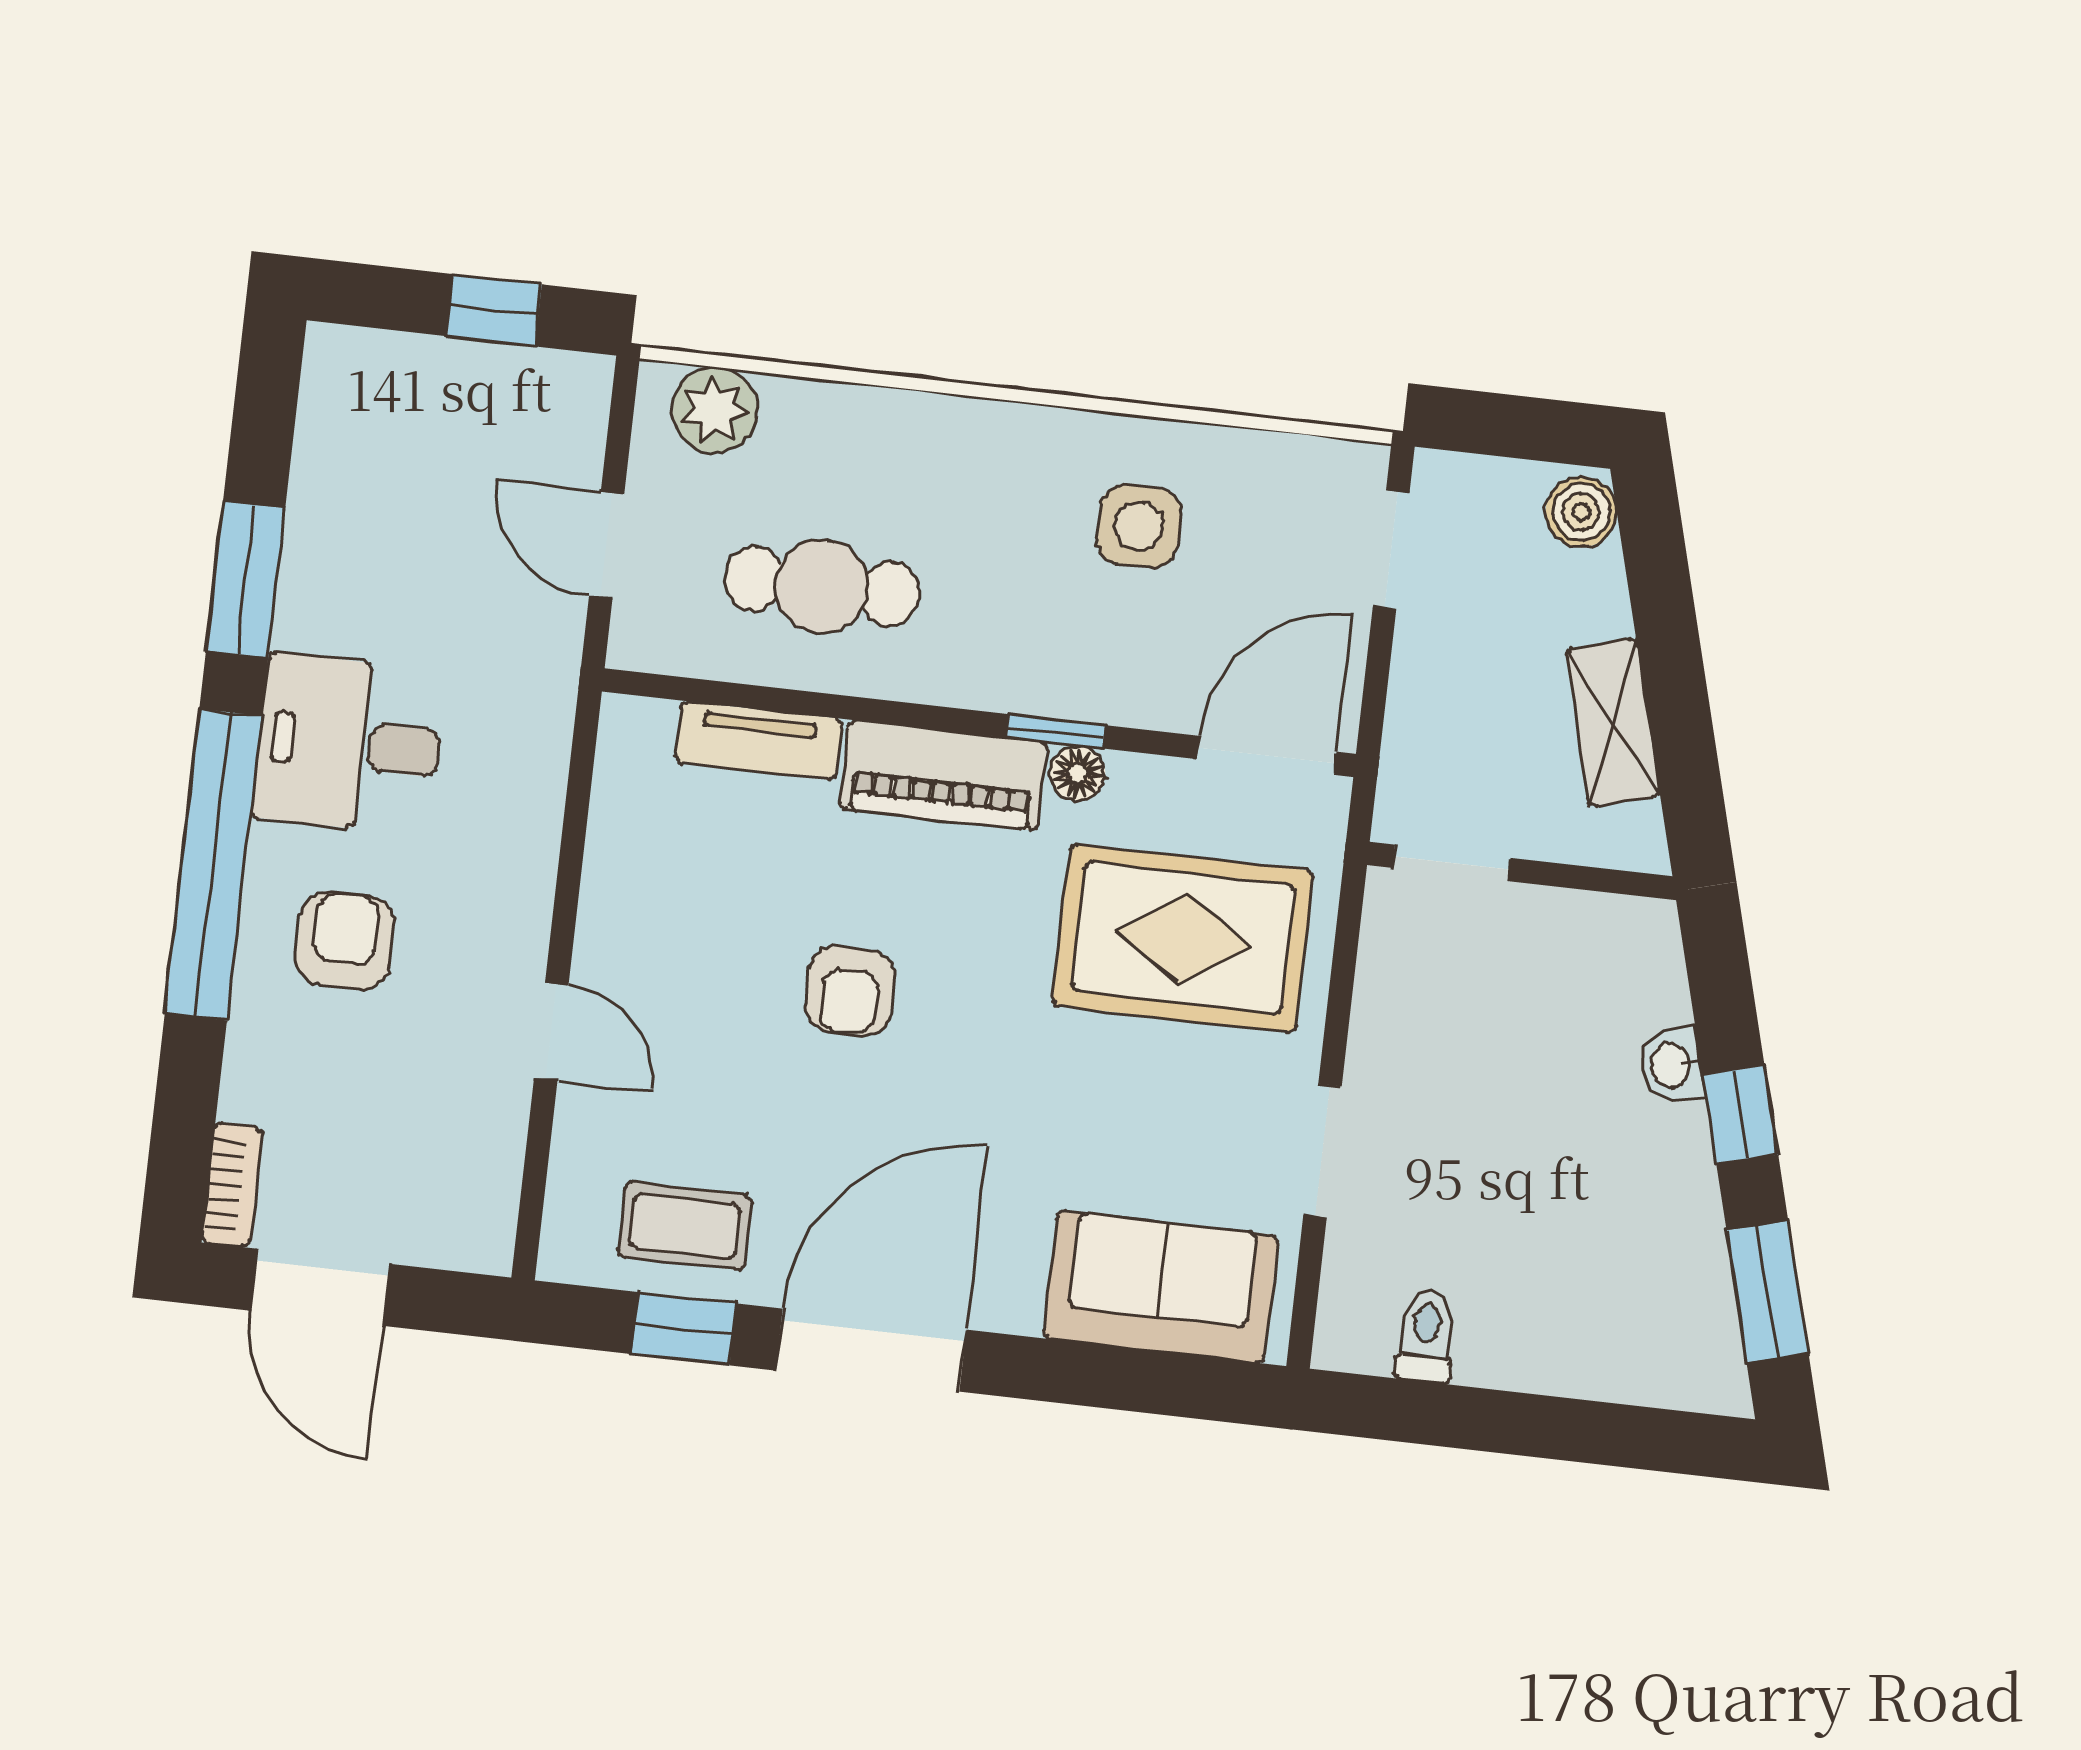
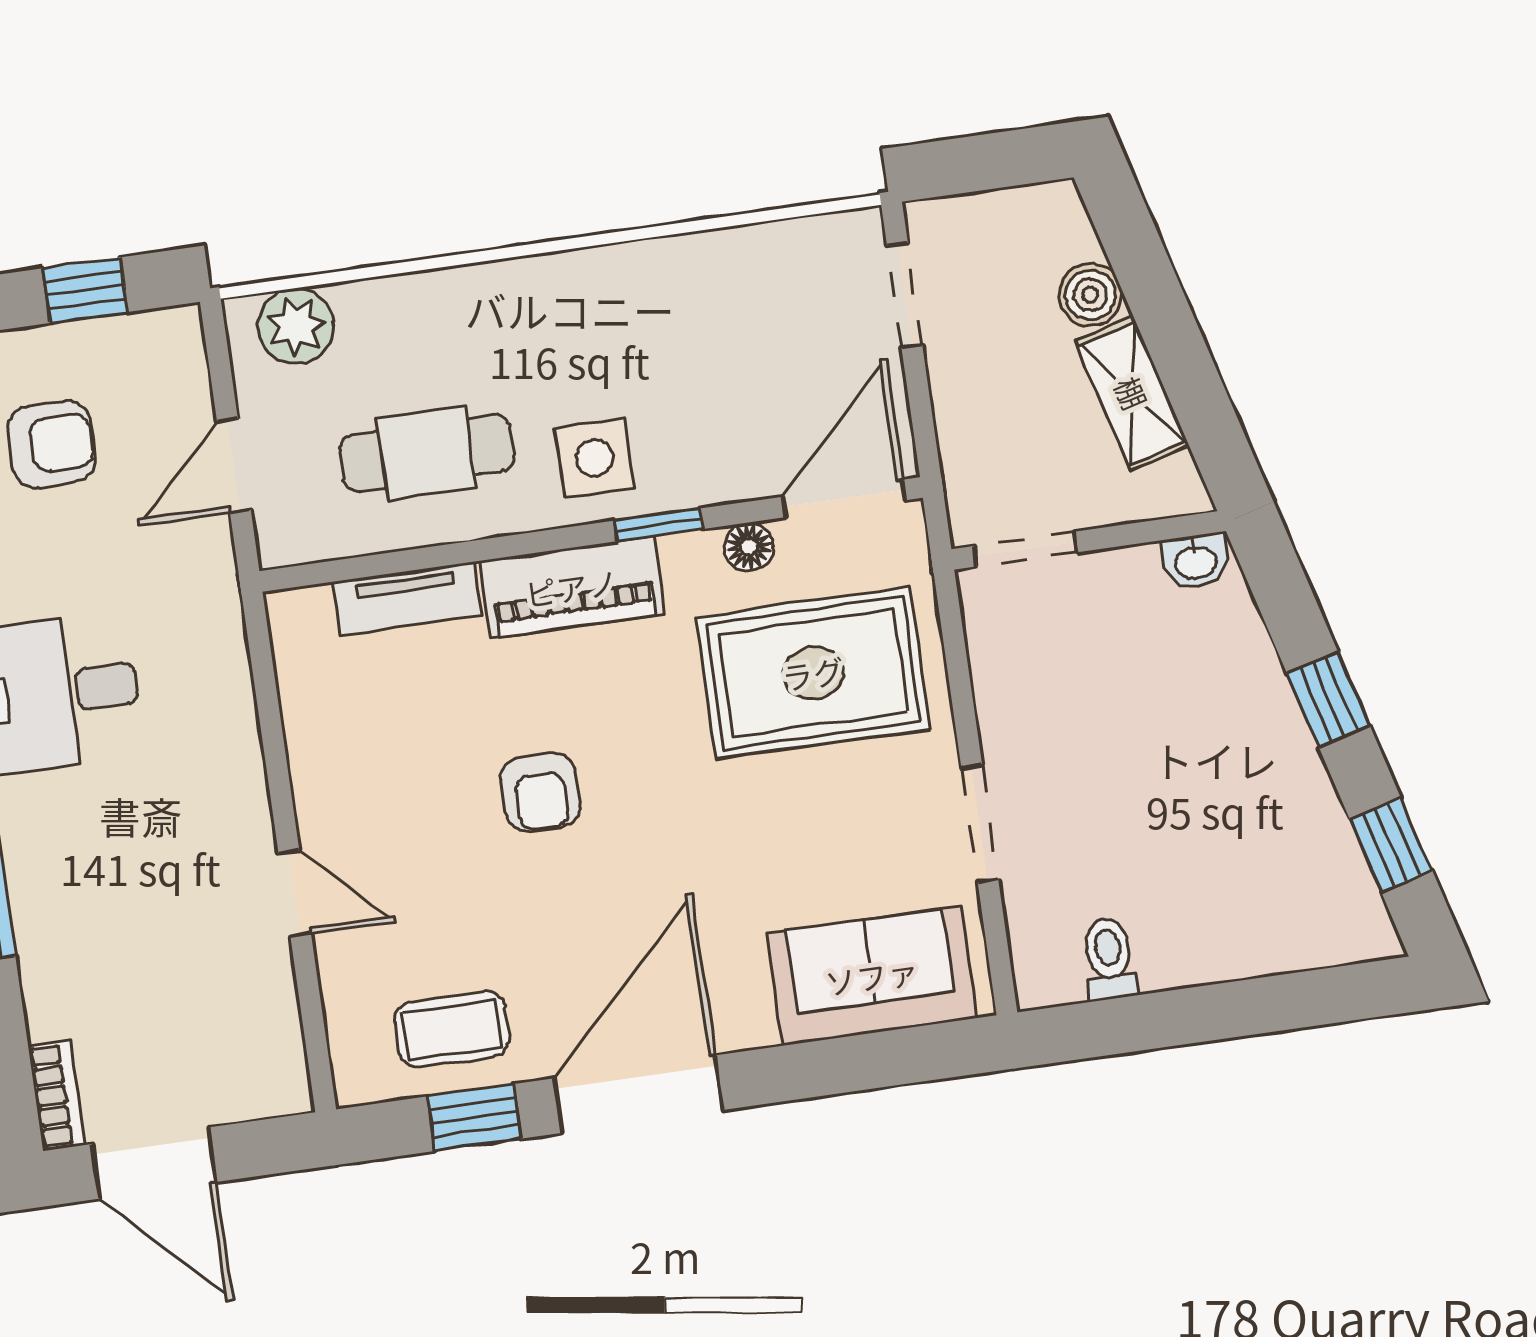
boiler: (1581, 512) -> (1090, 295), moved
side table: (1139, 526) -> (595, 458), moved
door: (607, 545) -> (234, 466), hinge flipped
floor lamp: (1078, 773) -> (749, 547), moved
armchair: (345, 941) -> (52, 444), moved, turned 90
washbasin: (1672, 1065) -> (1196, 561), moved, turned -75
window: (1767, 1292) -> (1391, 845), width x0.67

